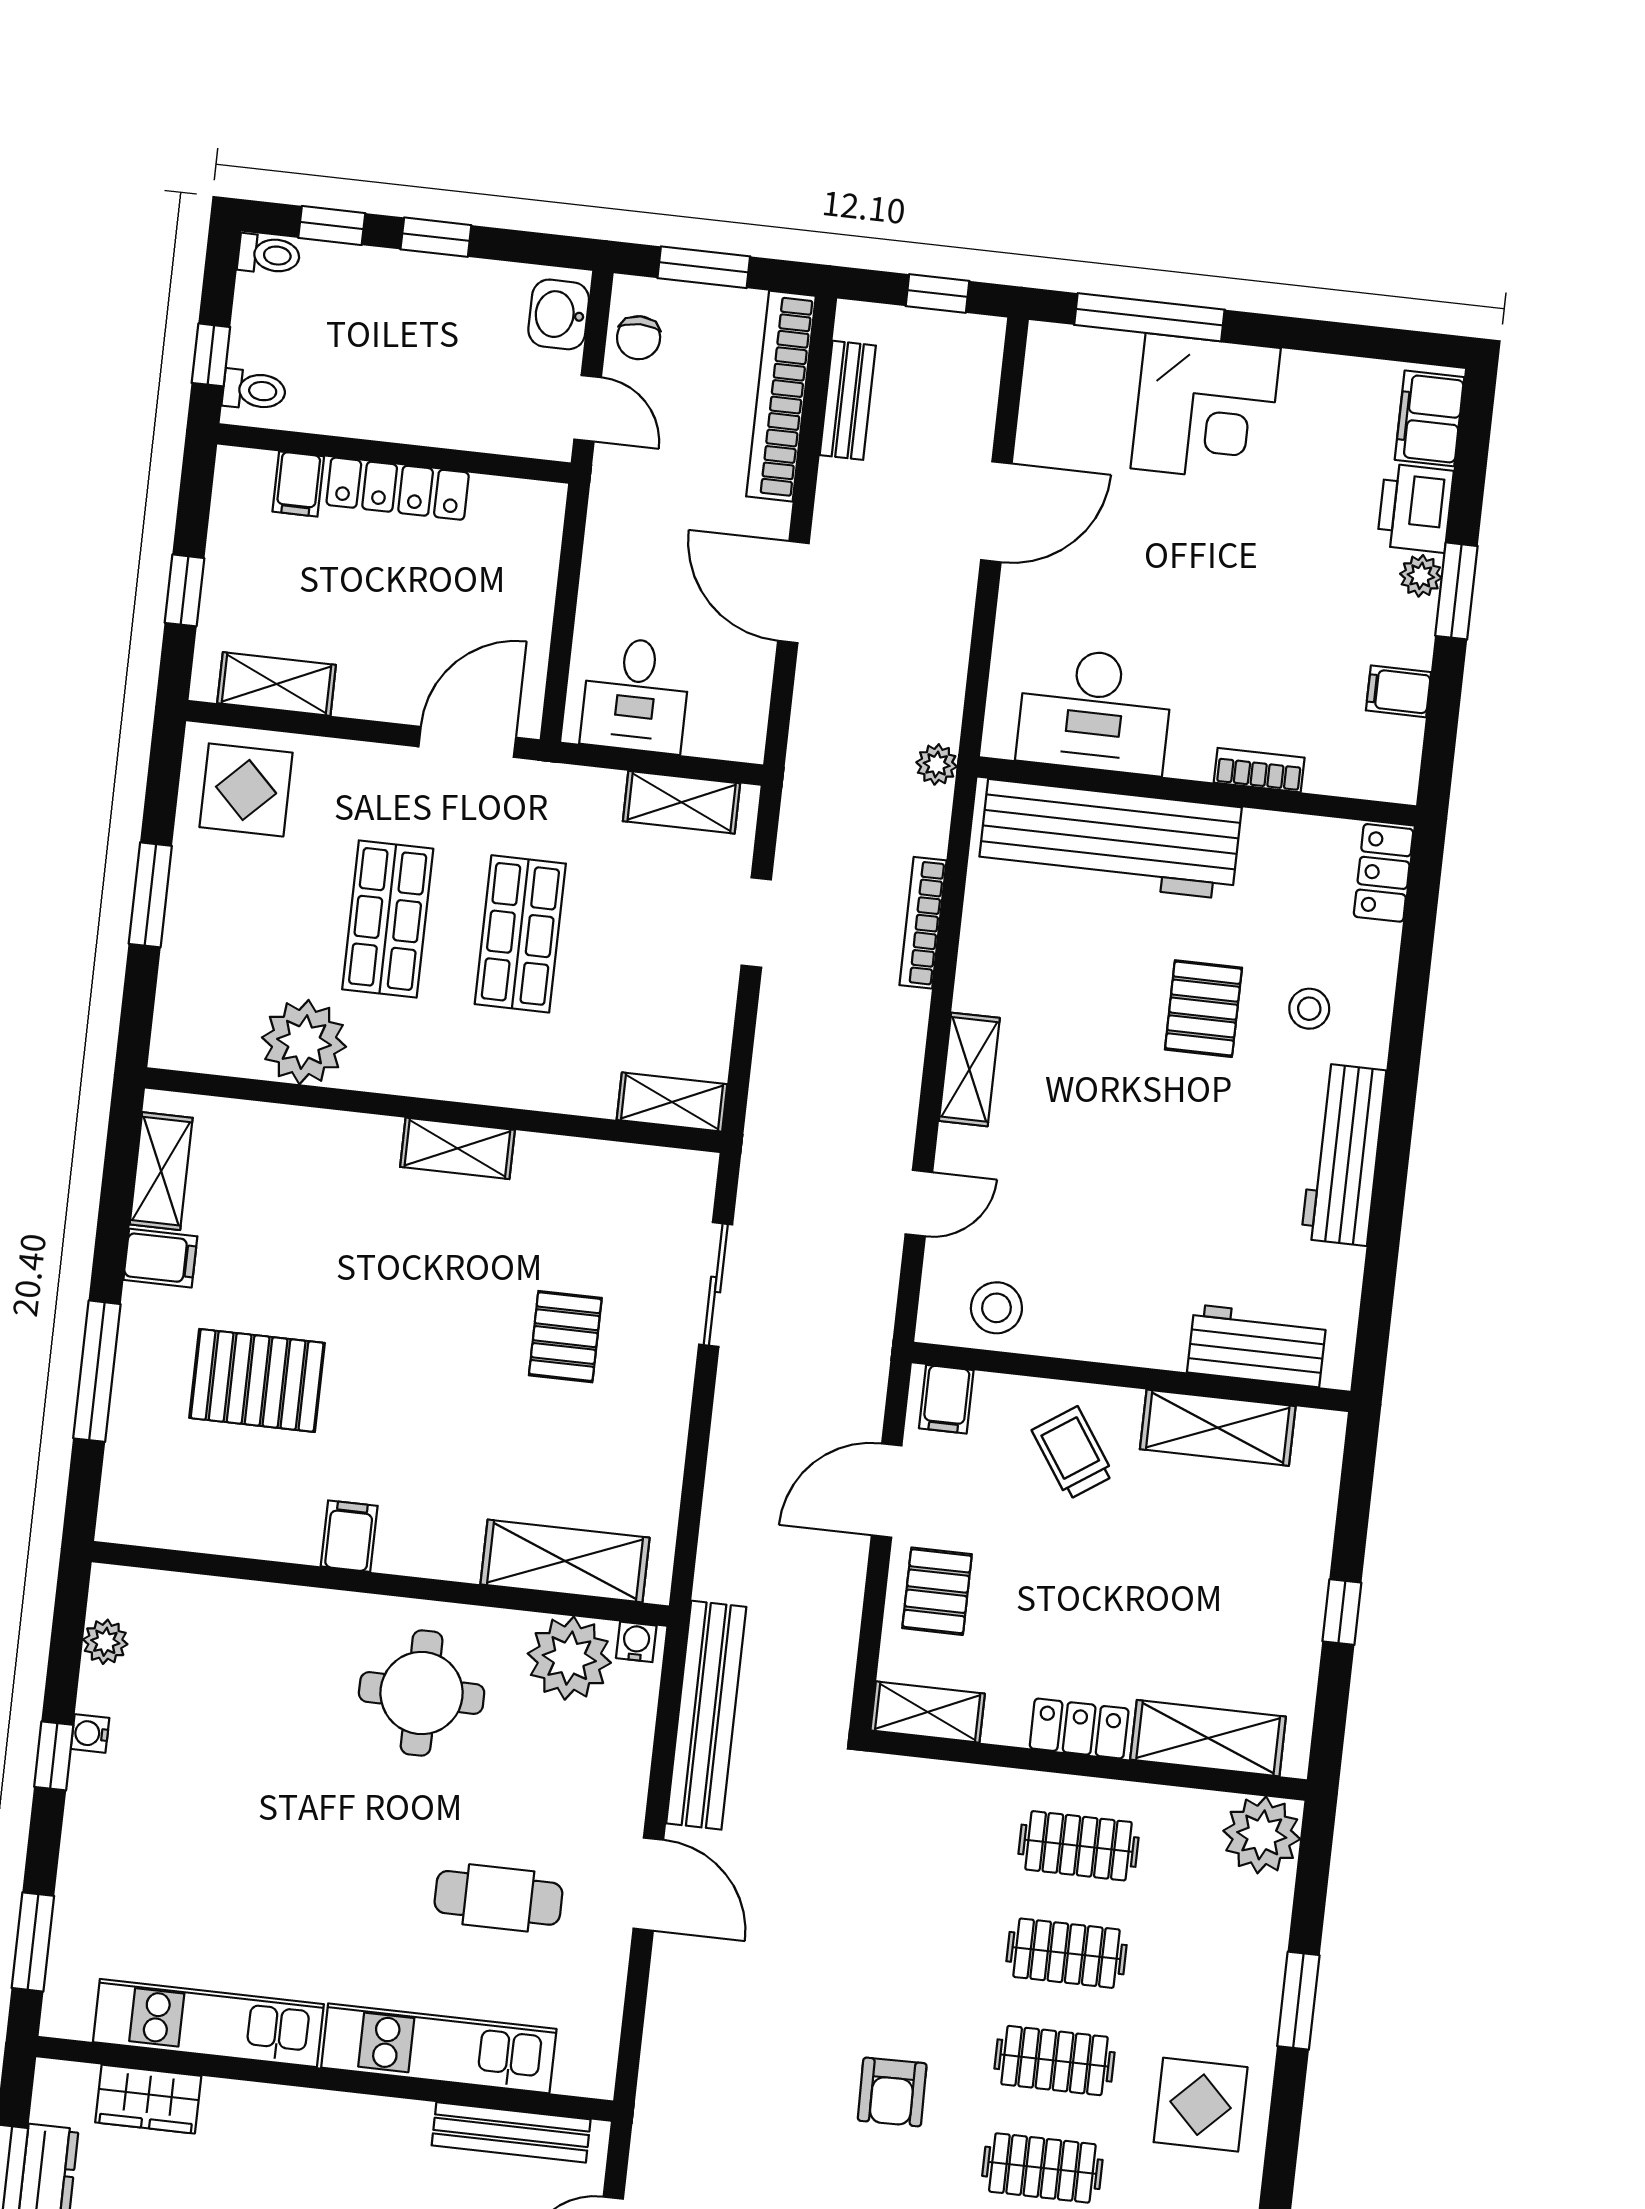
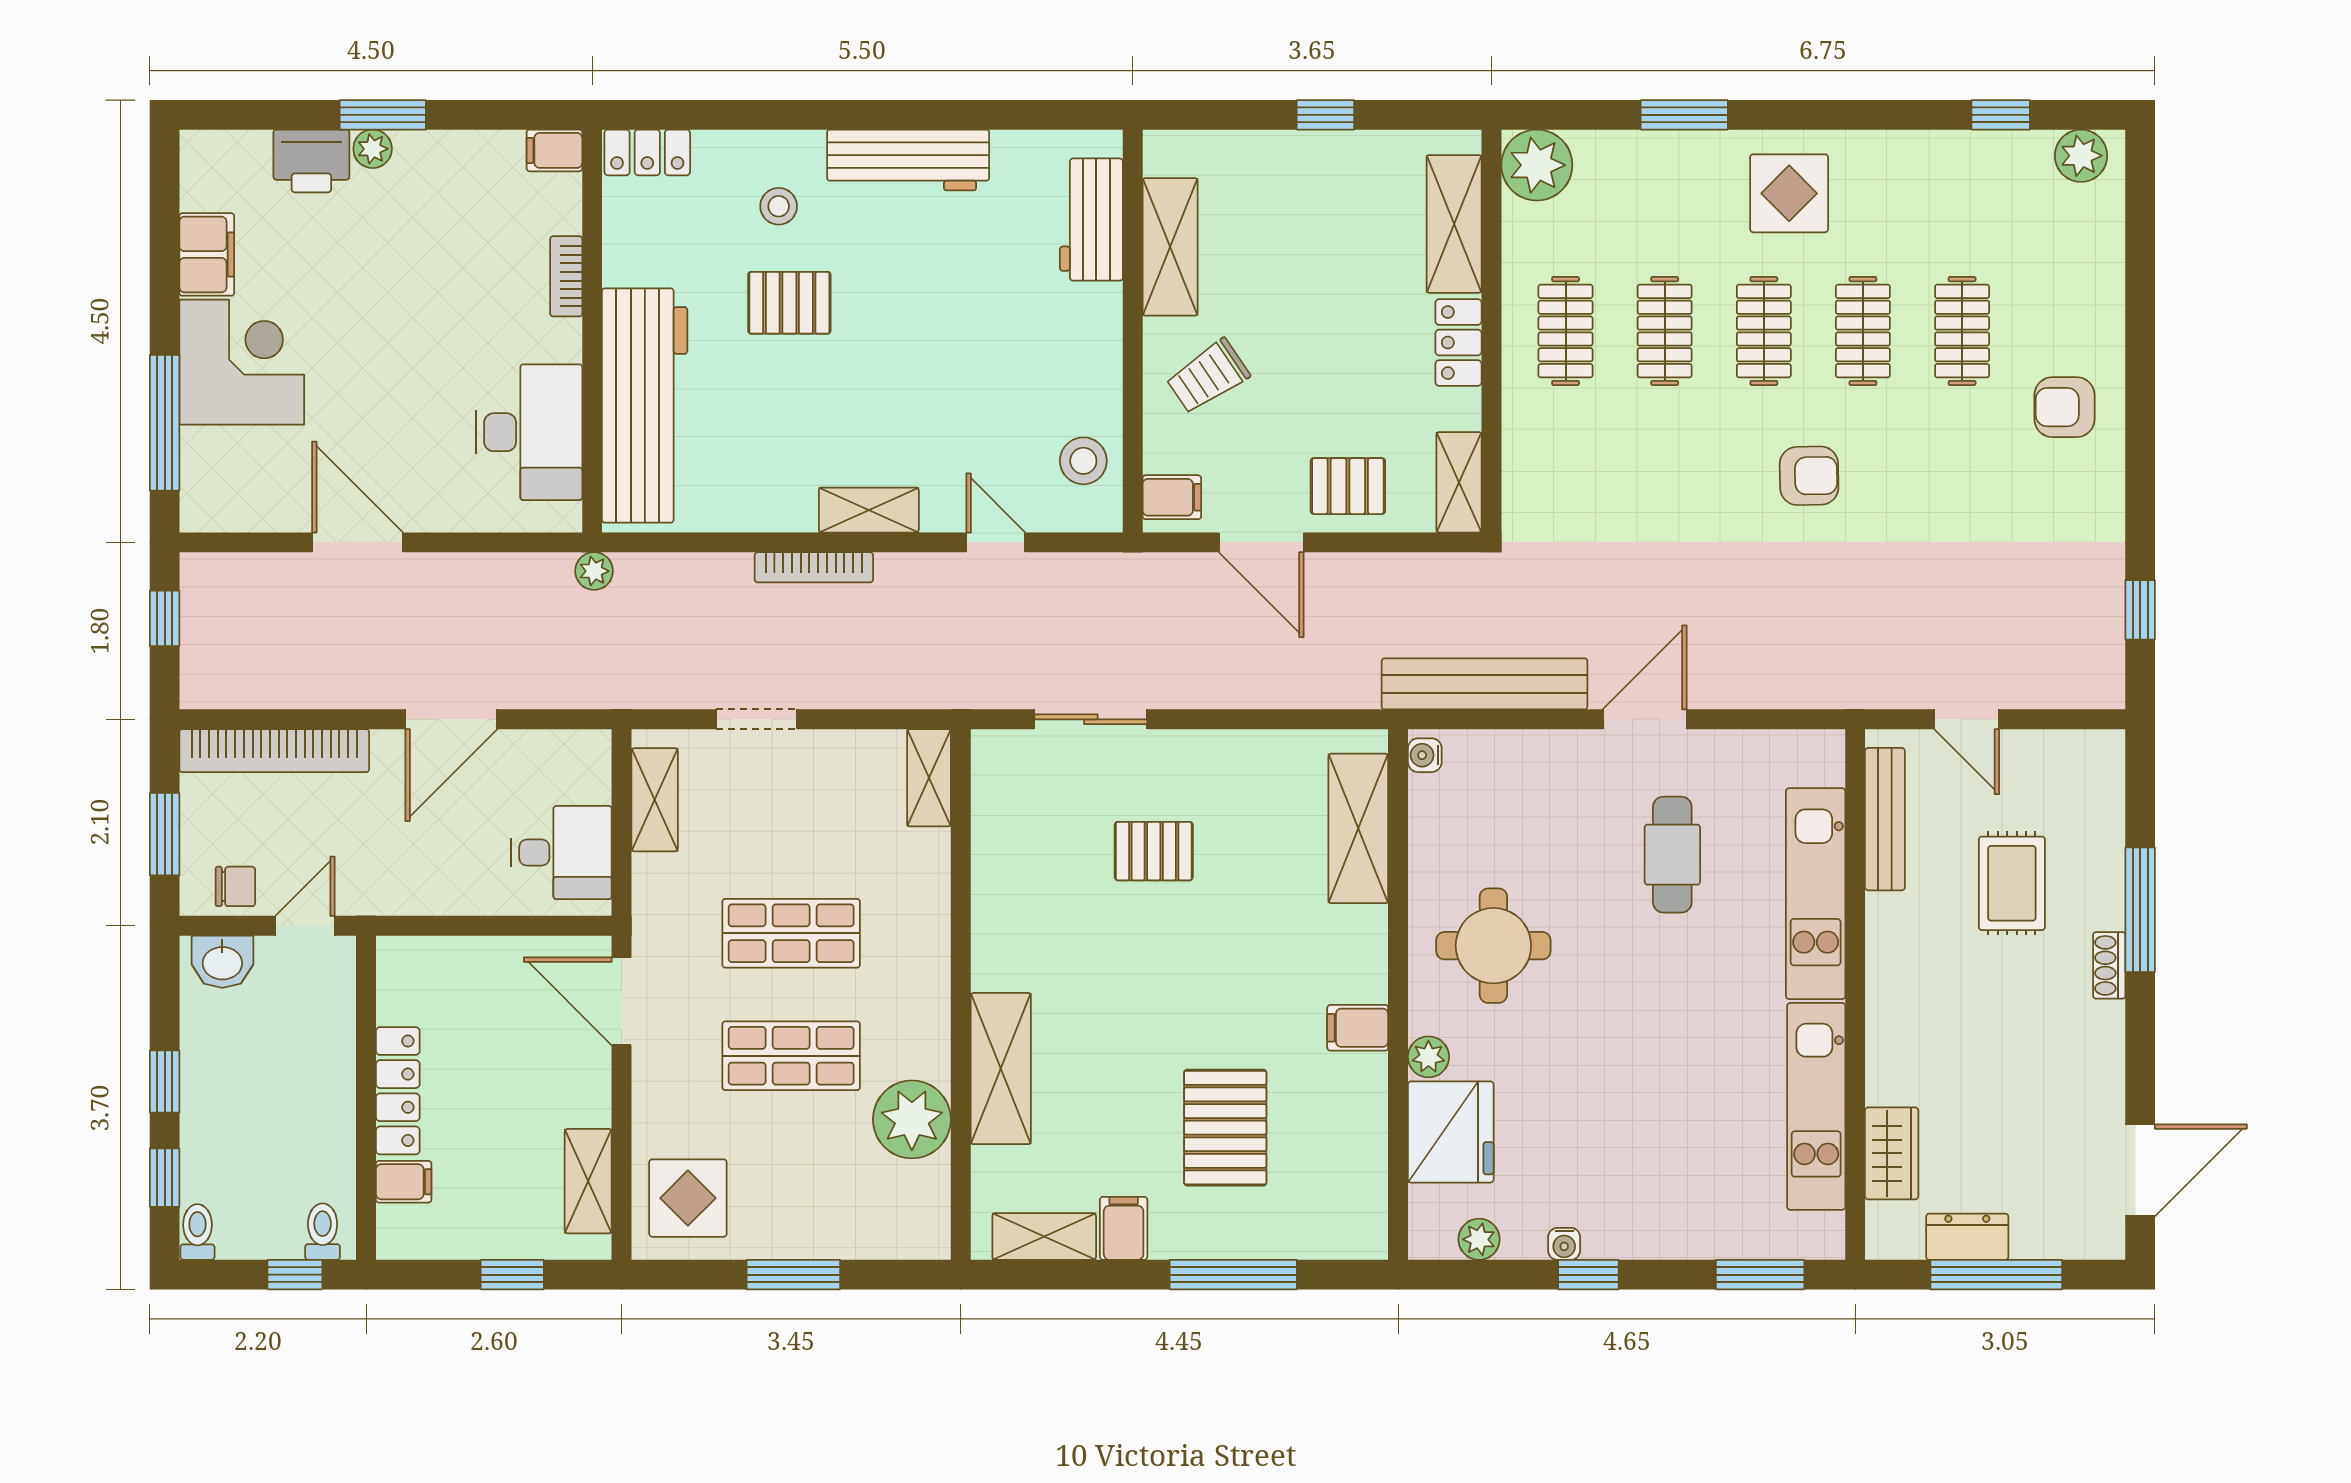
bench: (848, 400) -> (271, 689), removed
filing cabinet: (1429, 418) -> (207, 254), moved, turned -90
filing cabinet: (1398, 691) -> (554, 150), moved, turned 90
bookcase: (923, 923) -> (814, 567), moved
shelving: (457, 1148) -> (1001, 1069), moved, width x1.50, depth x1.33
fridge: (225, 1624) -> (1451, 1132), added
plant: (569, 1658) -> (1428, 1057), moved, width x0.53, depth x0.53

